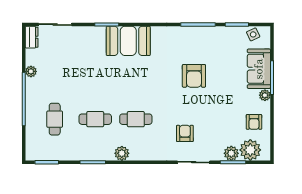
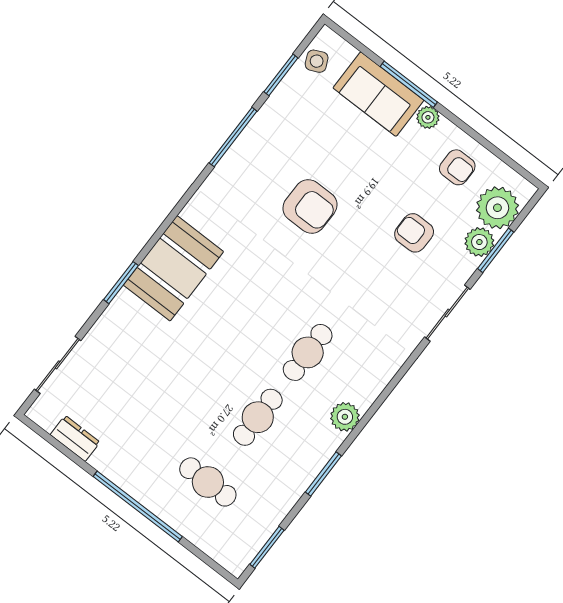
dresser: (32, 37) -> (75, 438), moved
plant: (31, 71) -> (103, 461), removed
armchair: (185, 133) -> (414, 233), moved

